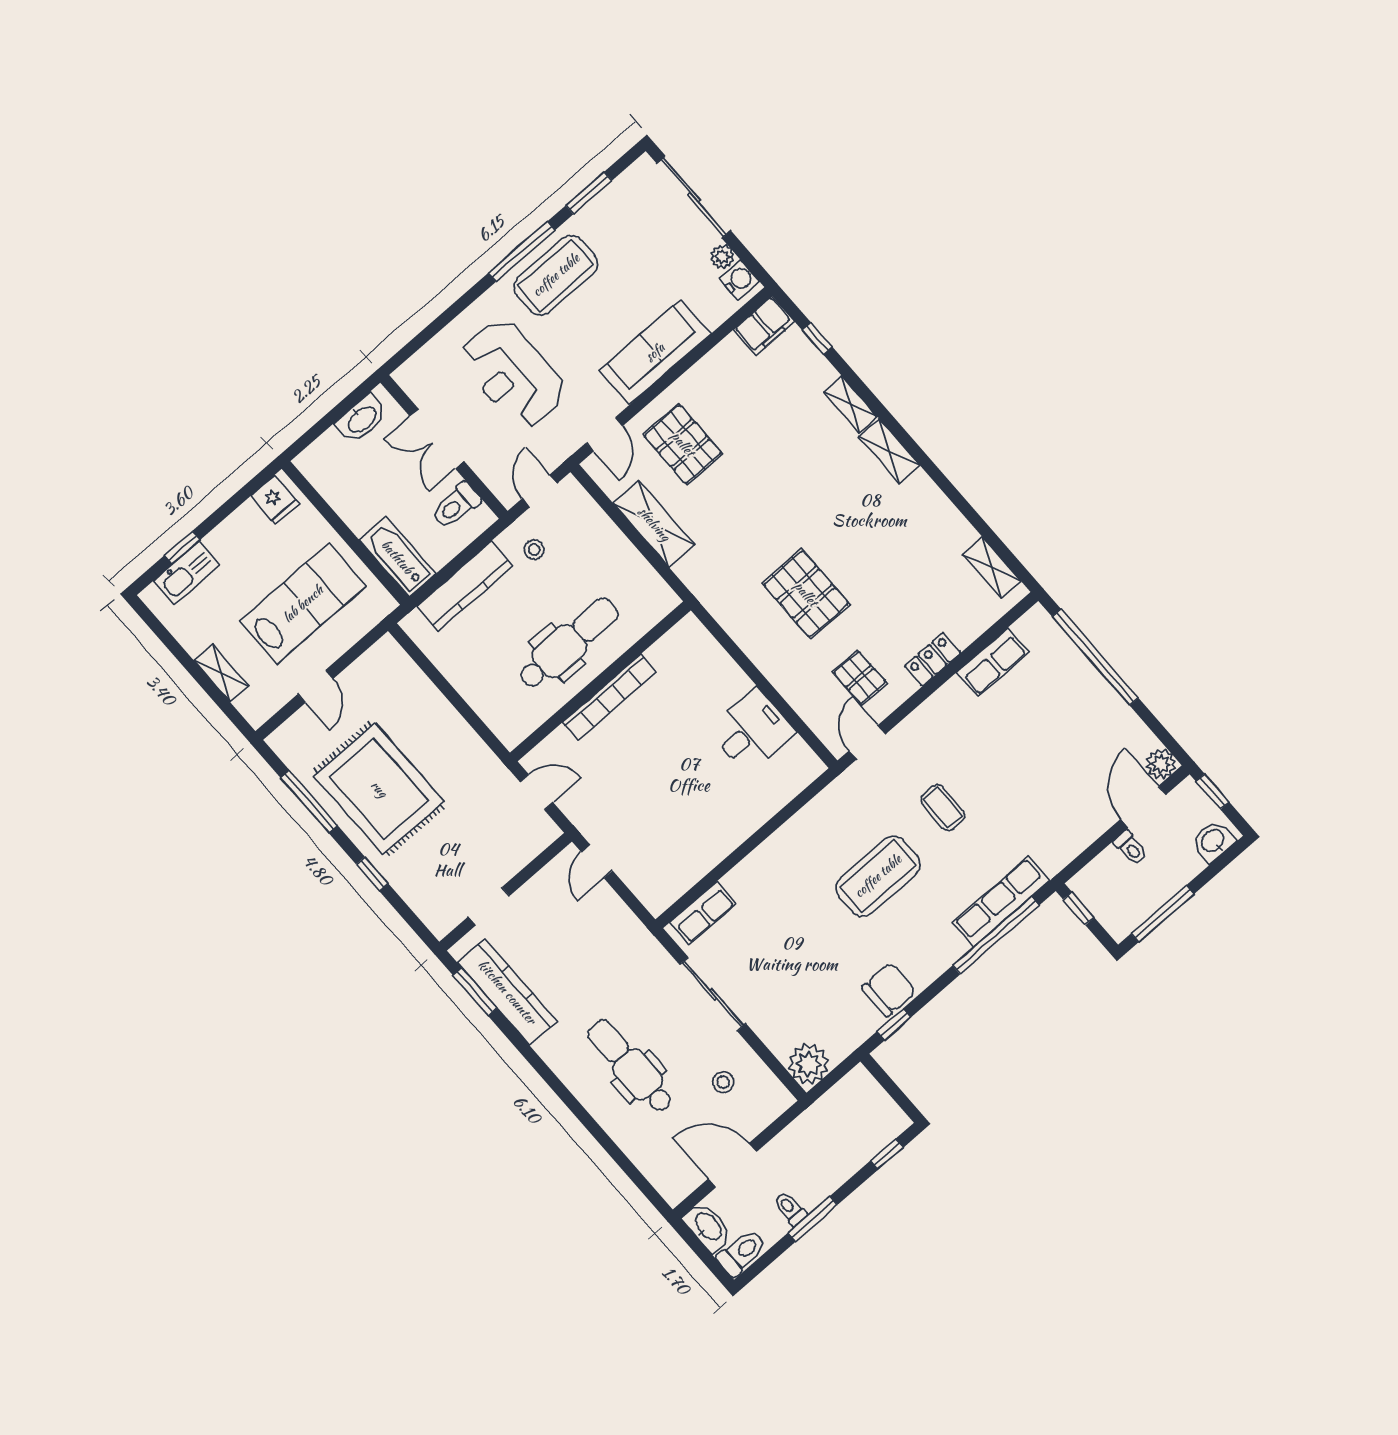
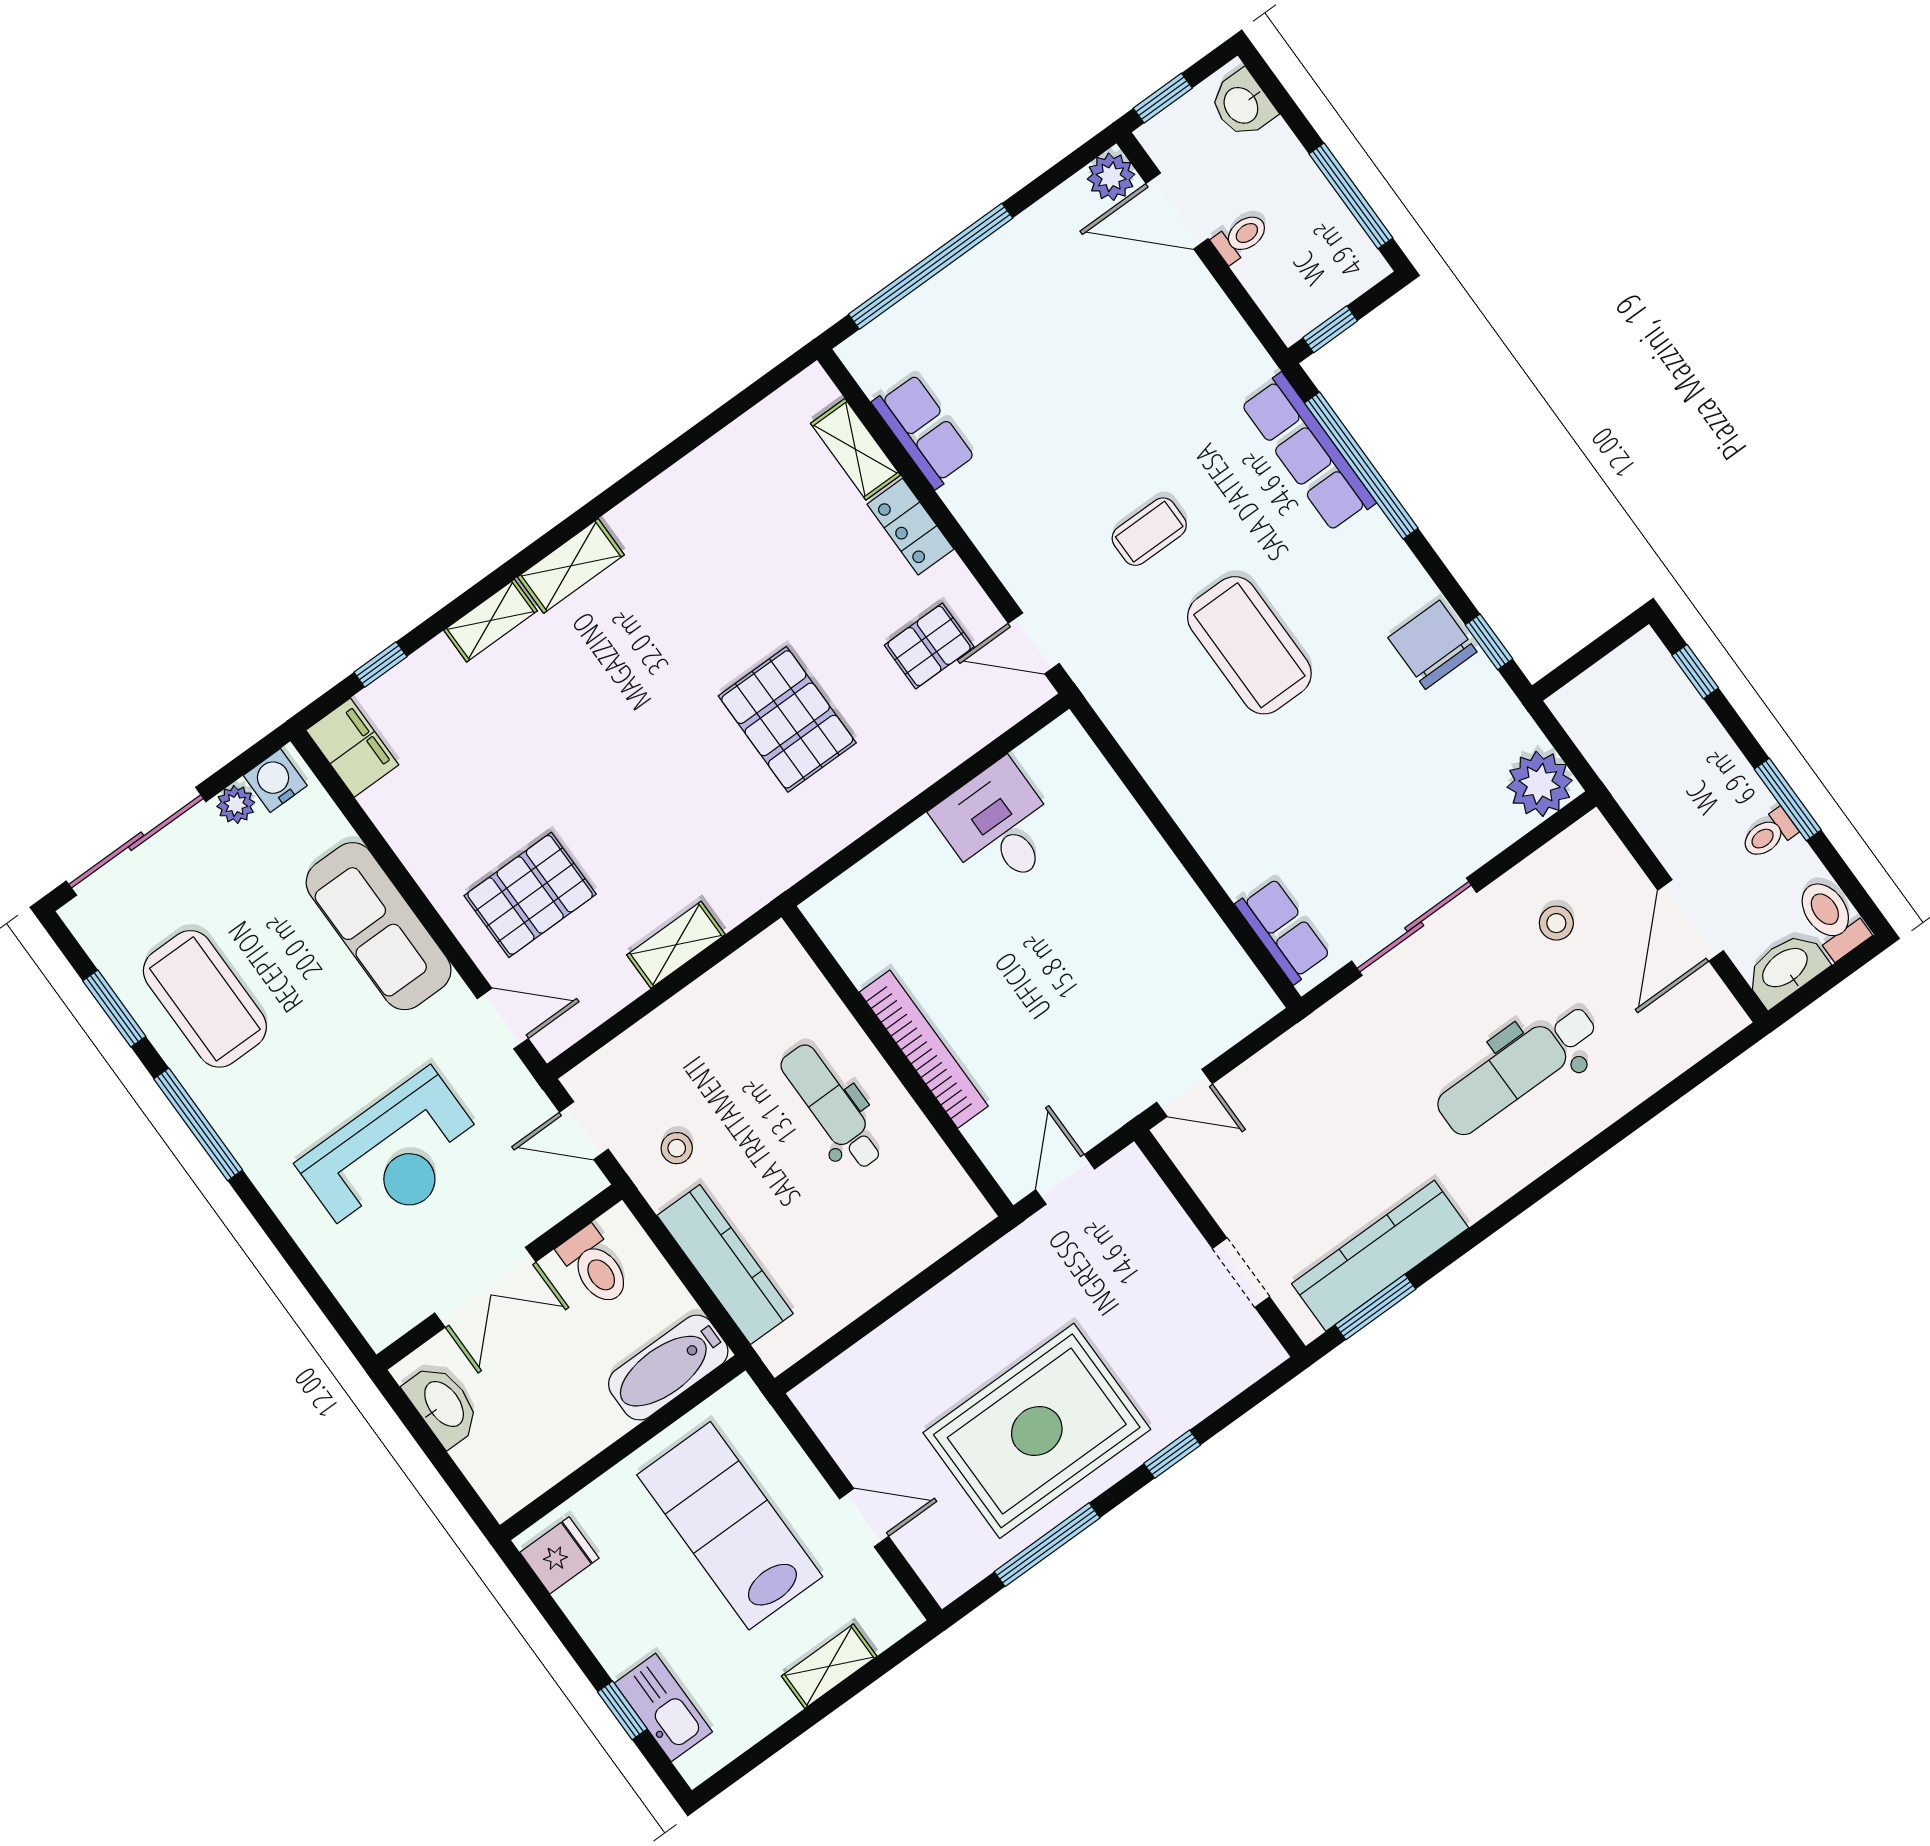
coffee table: (556, 275) -> (205, 999), moved
shelving: (654, 524) -> (676, 945), width x0.67, depth x0.75
shelving: (992, 568) -> (855, 449), moved, turned 90
pallet: (806, 594) -> (787, 719), turned 90
dental chair: (568, 643) -> (832, 1107), width x0.73, depth x0.72

